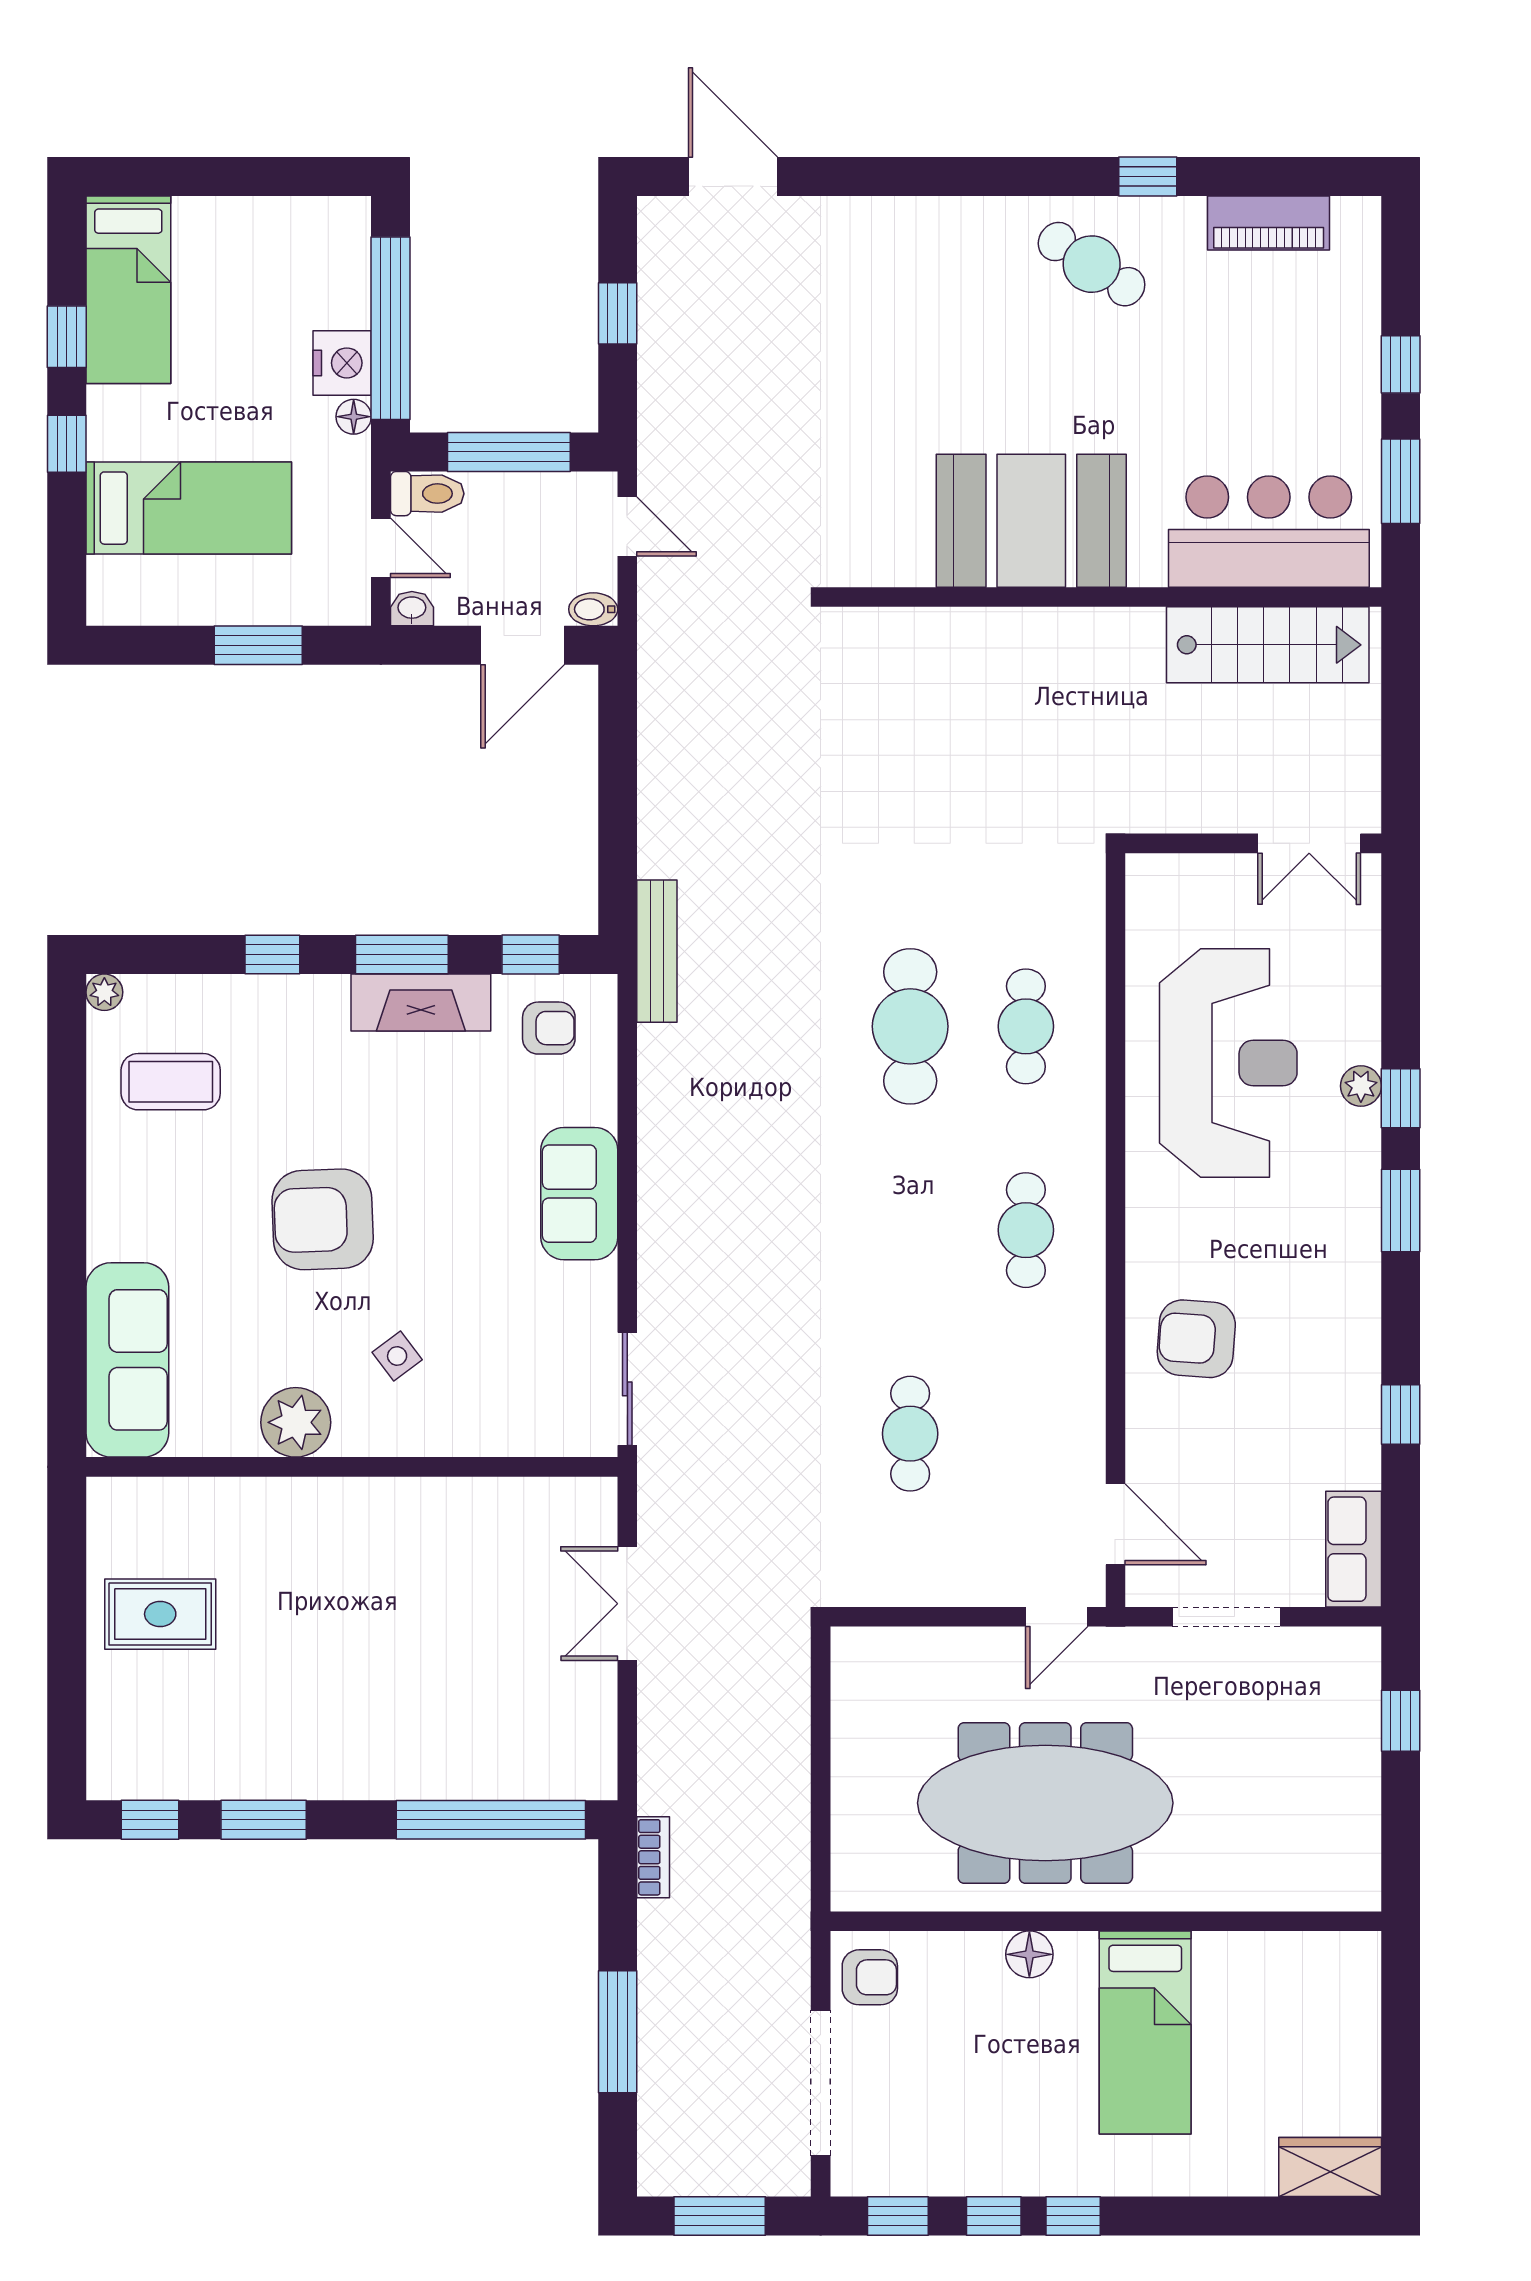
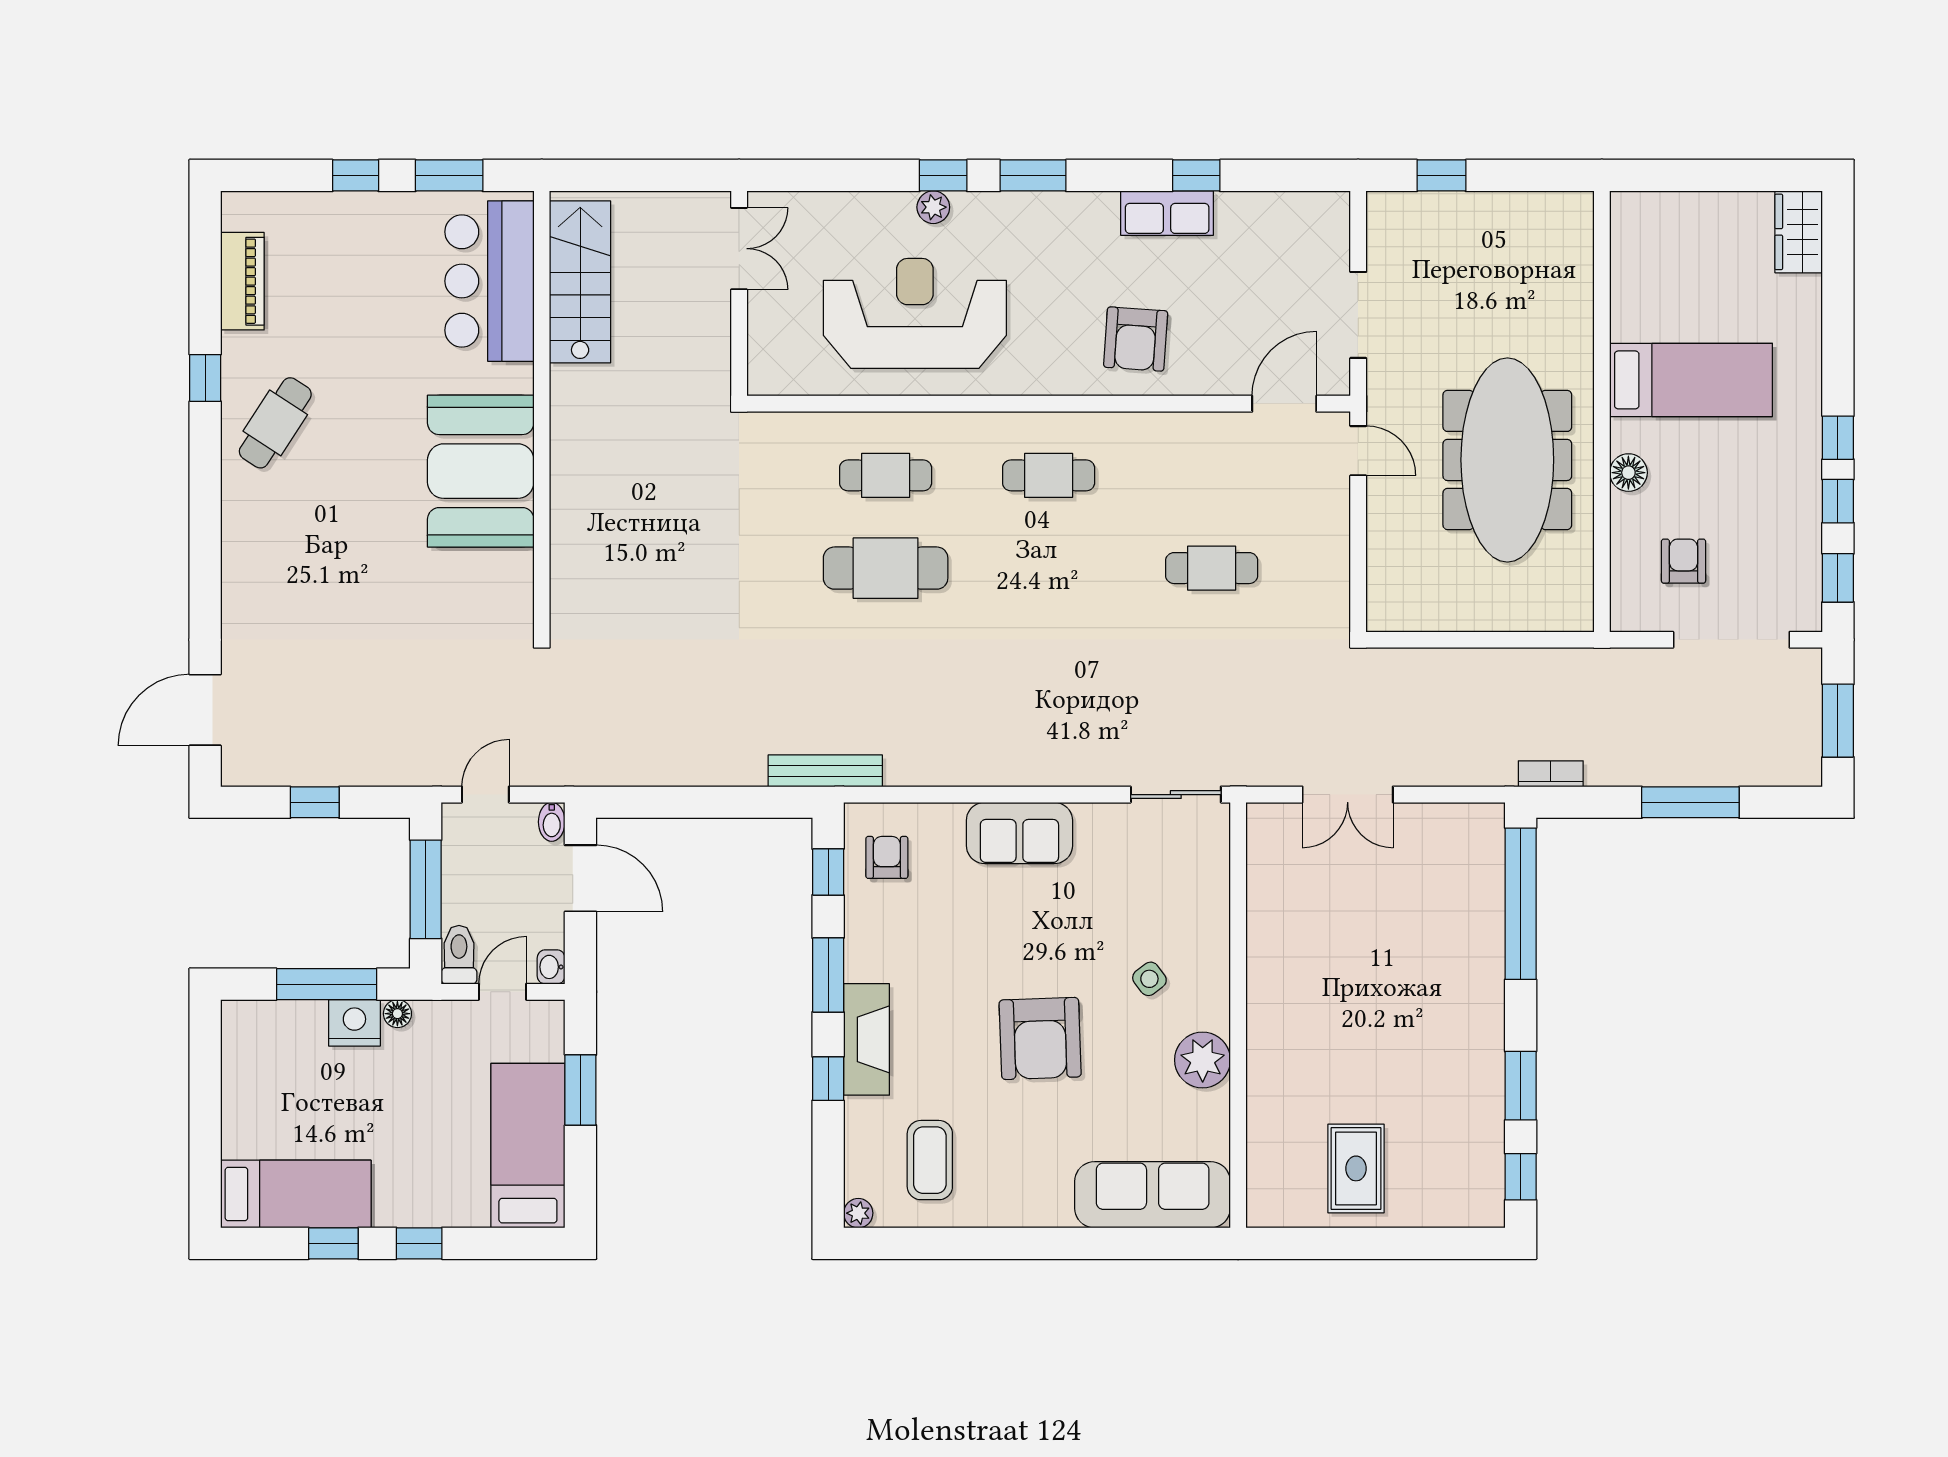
window: (391, 328) -> (327, 984), width x0.68
bed: (189, 508) -> (528, 1146), moved
fireplace: (421, 1003) -> (866, 1039), moved
row of seats: (1354, 1549) -> (1167, 213), moved
armchair: (870, 1977) -> (1684, 561), moved

